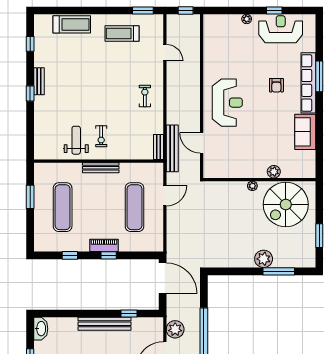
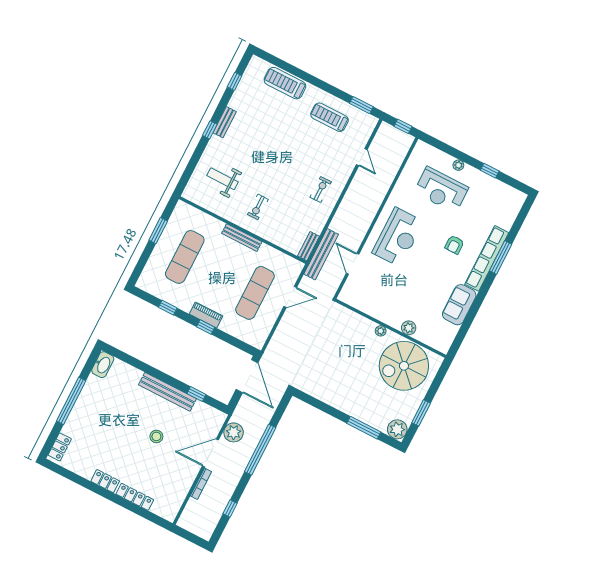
treadmill: (72, 24) -> (285, 83), turned 180
reception desk: (281, 29) -> (441, 190), moved, turned 180
weight bench: (76, 140) -> (222, 179), moved, turned -90
plant: (264, 259) -> (397, 429), moved

